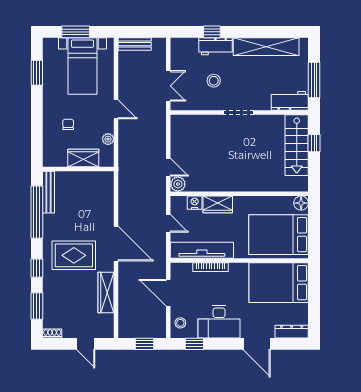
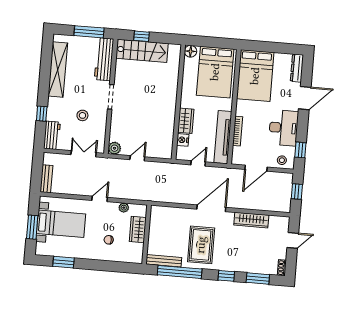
workbench: (216, 46) -> (52, 135), moved
workbench: (290, 101) -> (104, 59), width x1.37
door: (168, 167) -> (137, 158), moved
plant: (178, 184) -> (114, 148), moved
rug: (74, 255) -> (201, 245), moved

